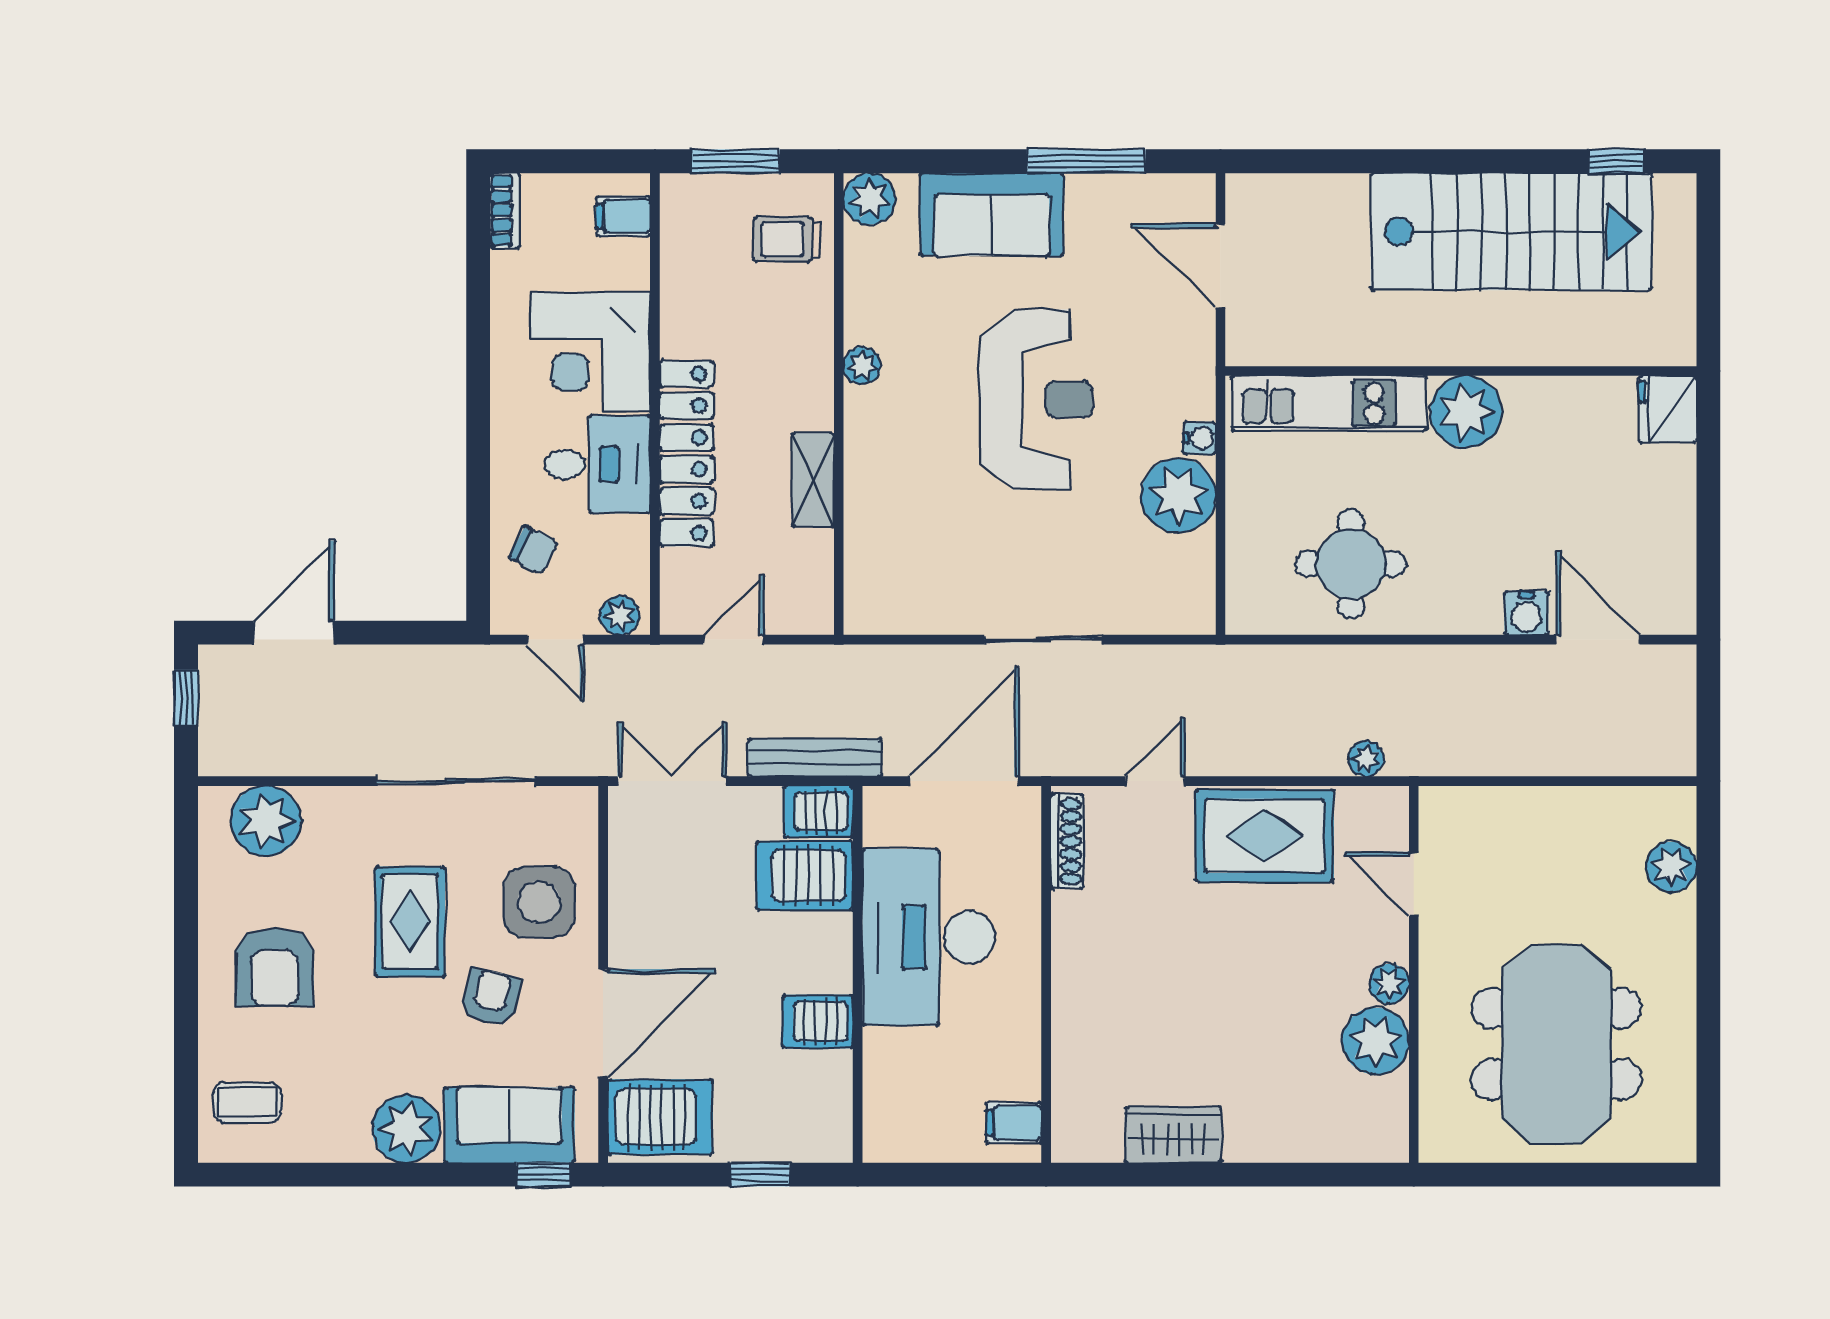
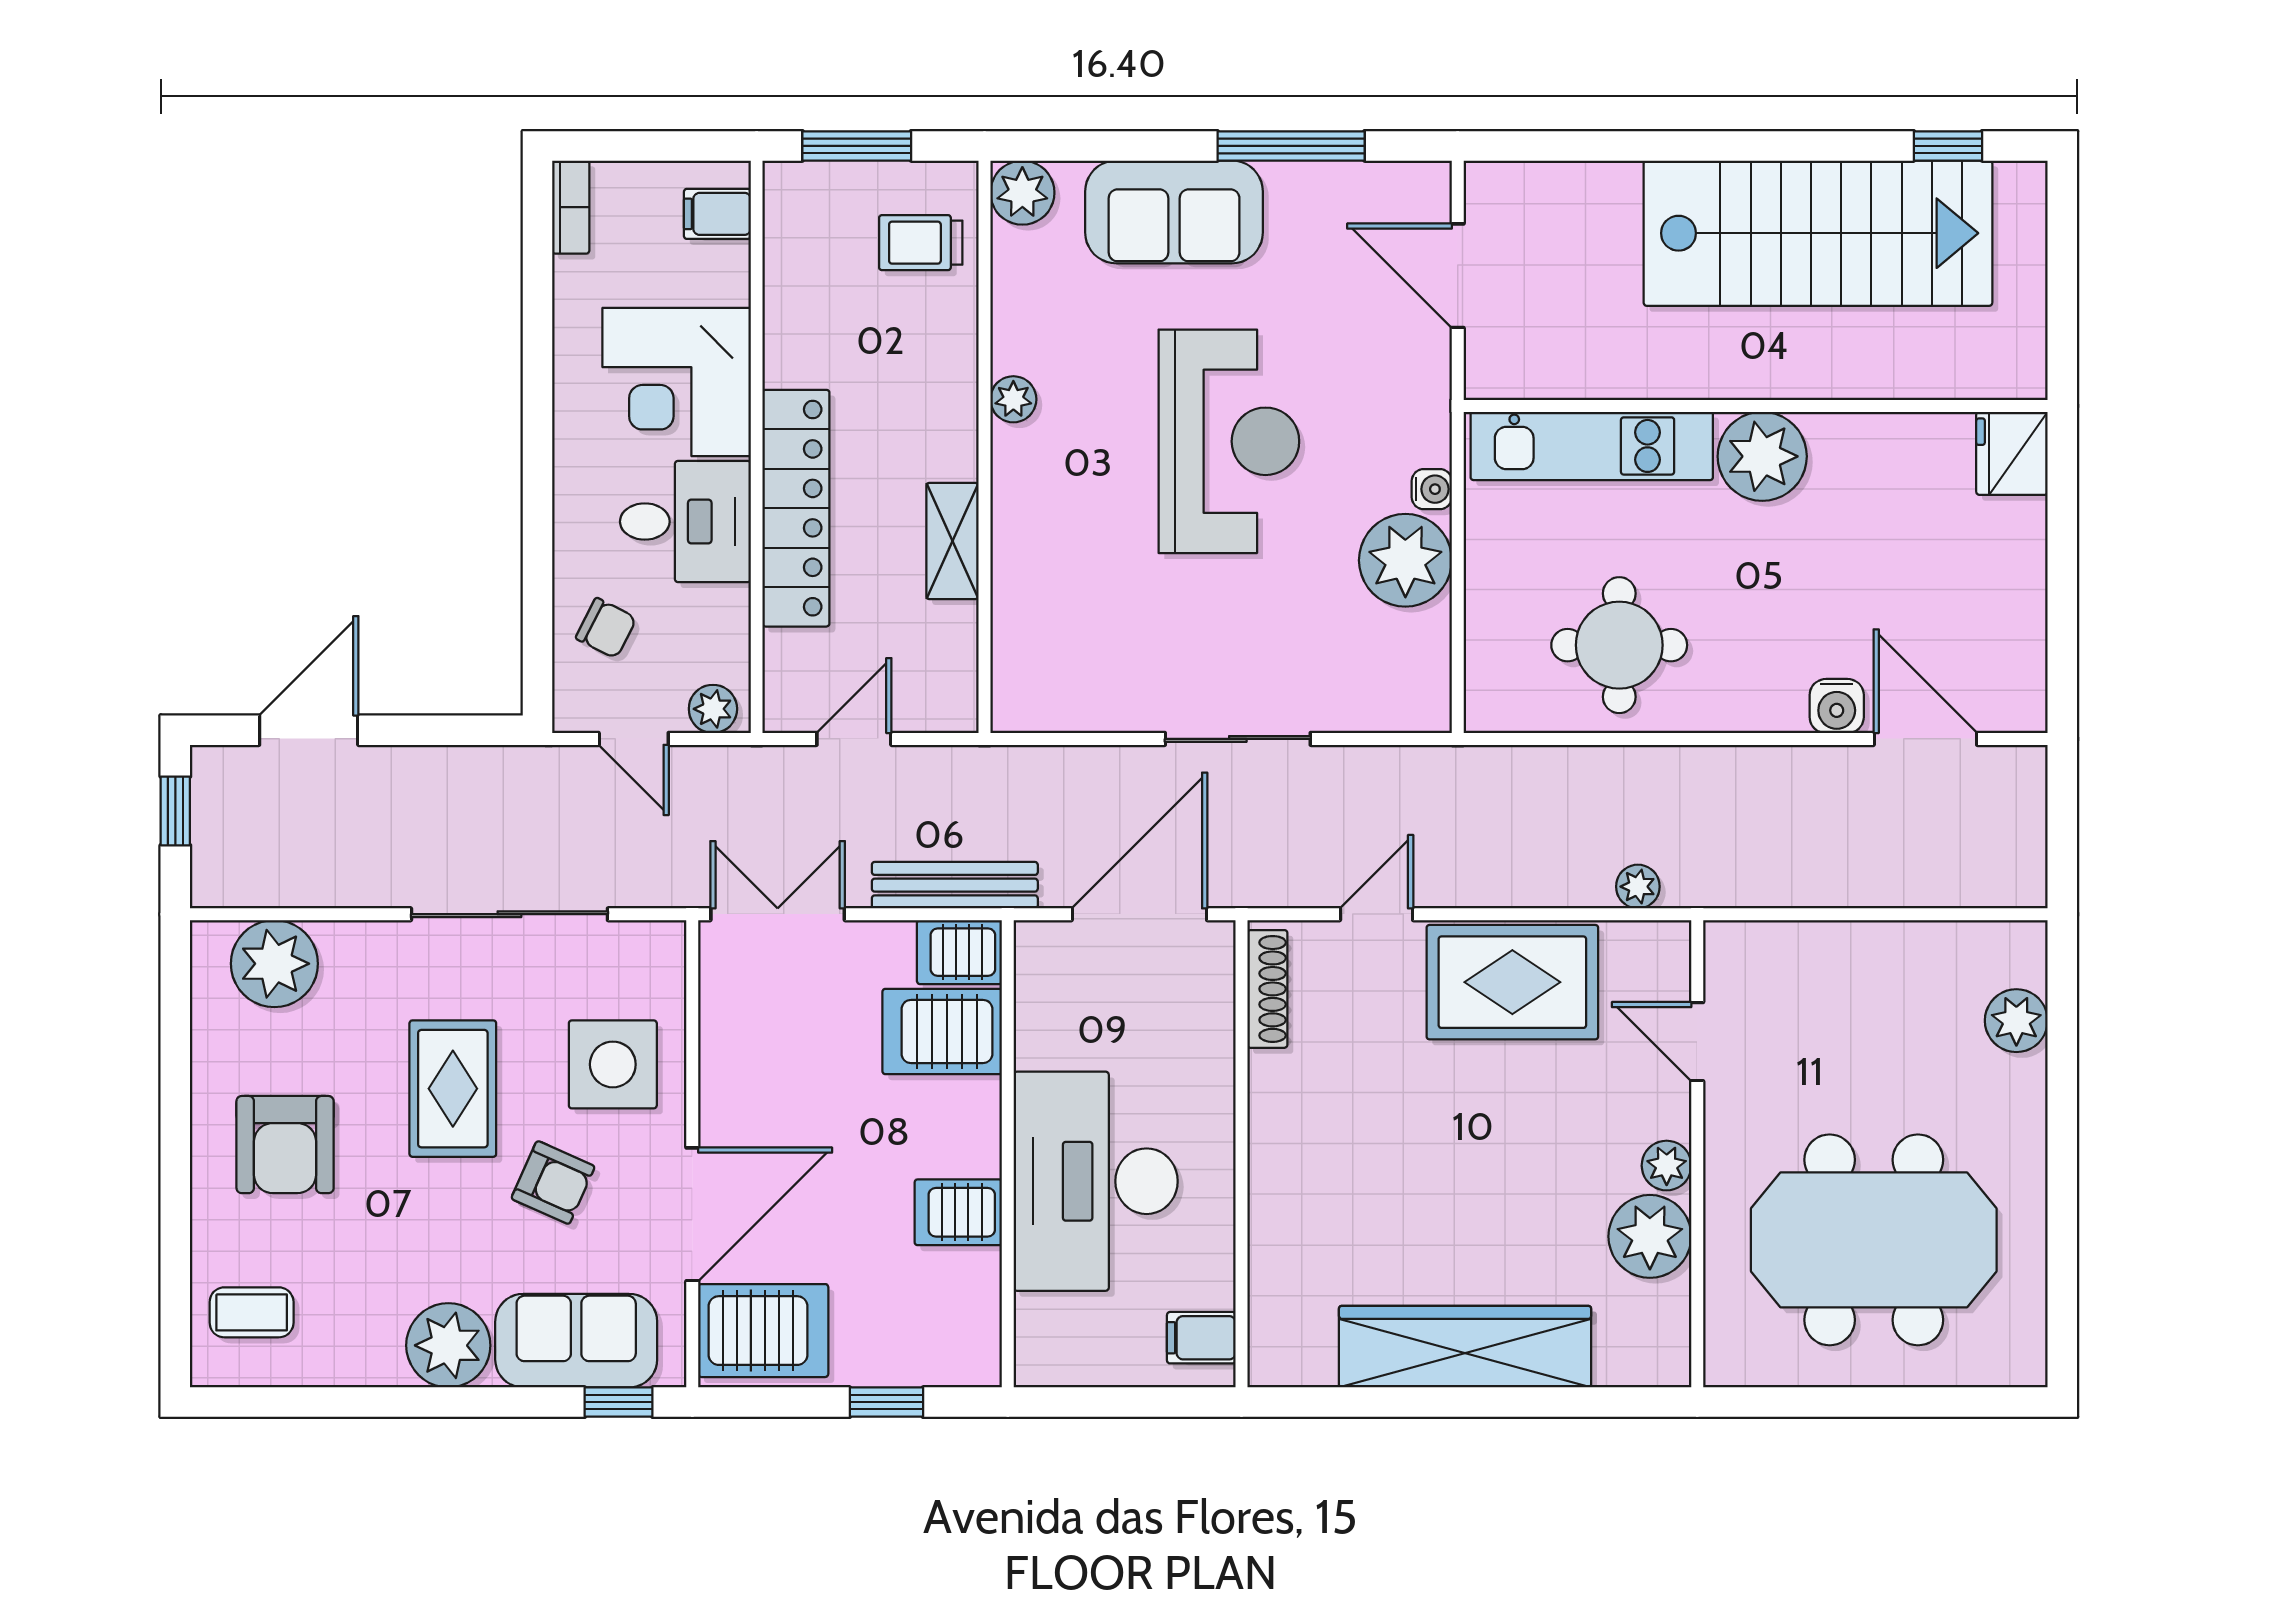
desk: (928, 937) -> (1096, 1181), moved
armchair: (491, 998) -> (553, 1183), turned 100
meeting table: (1556, 1044) -> (1874, 1240), turned 90
wardrobe: (1173, 1135) -> (1465, 1347), width x2.10, depth x1.17

